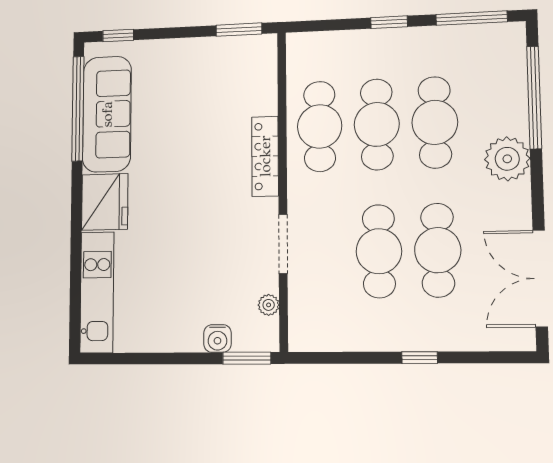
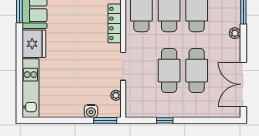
plant: (507, 159) -> (235, 33), width x0.53, depth x0.53
window: (420, 358) -> (165, 120), moved

